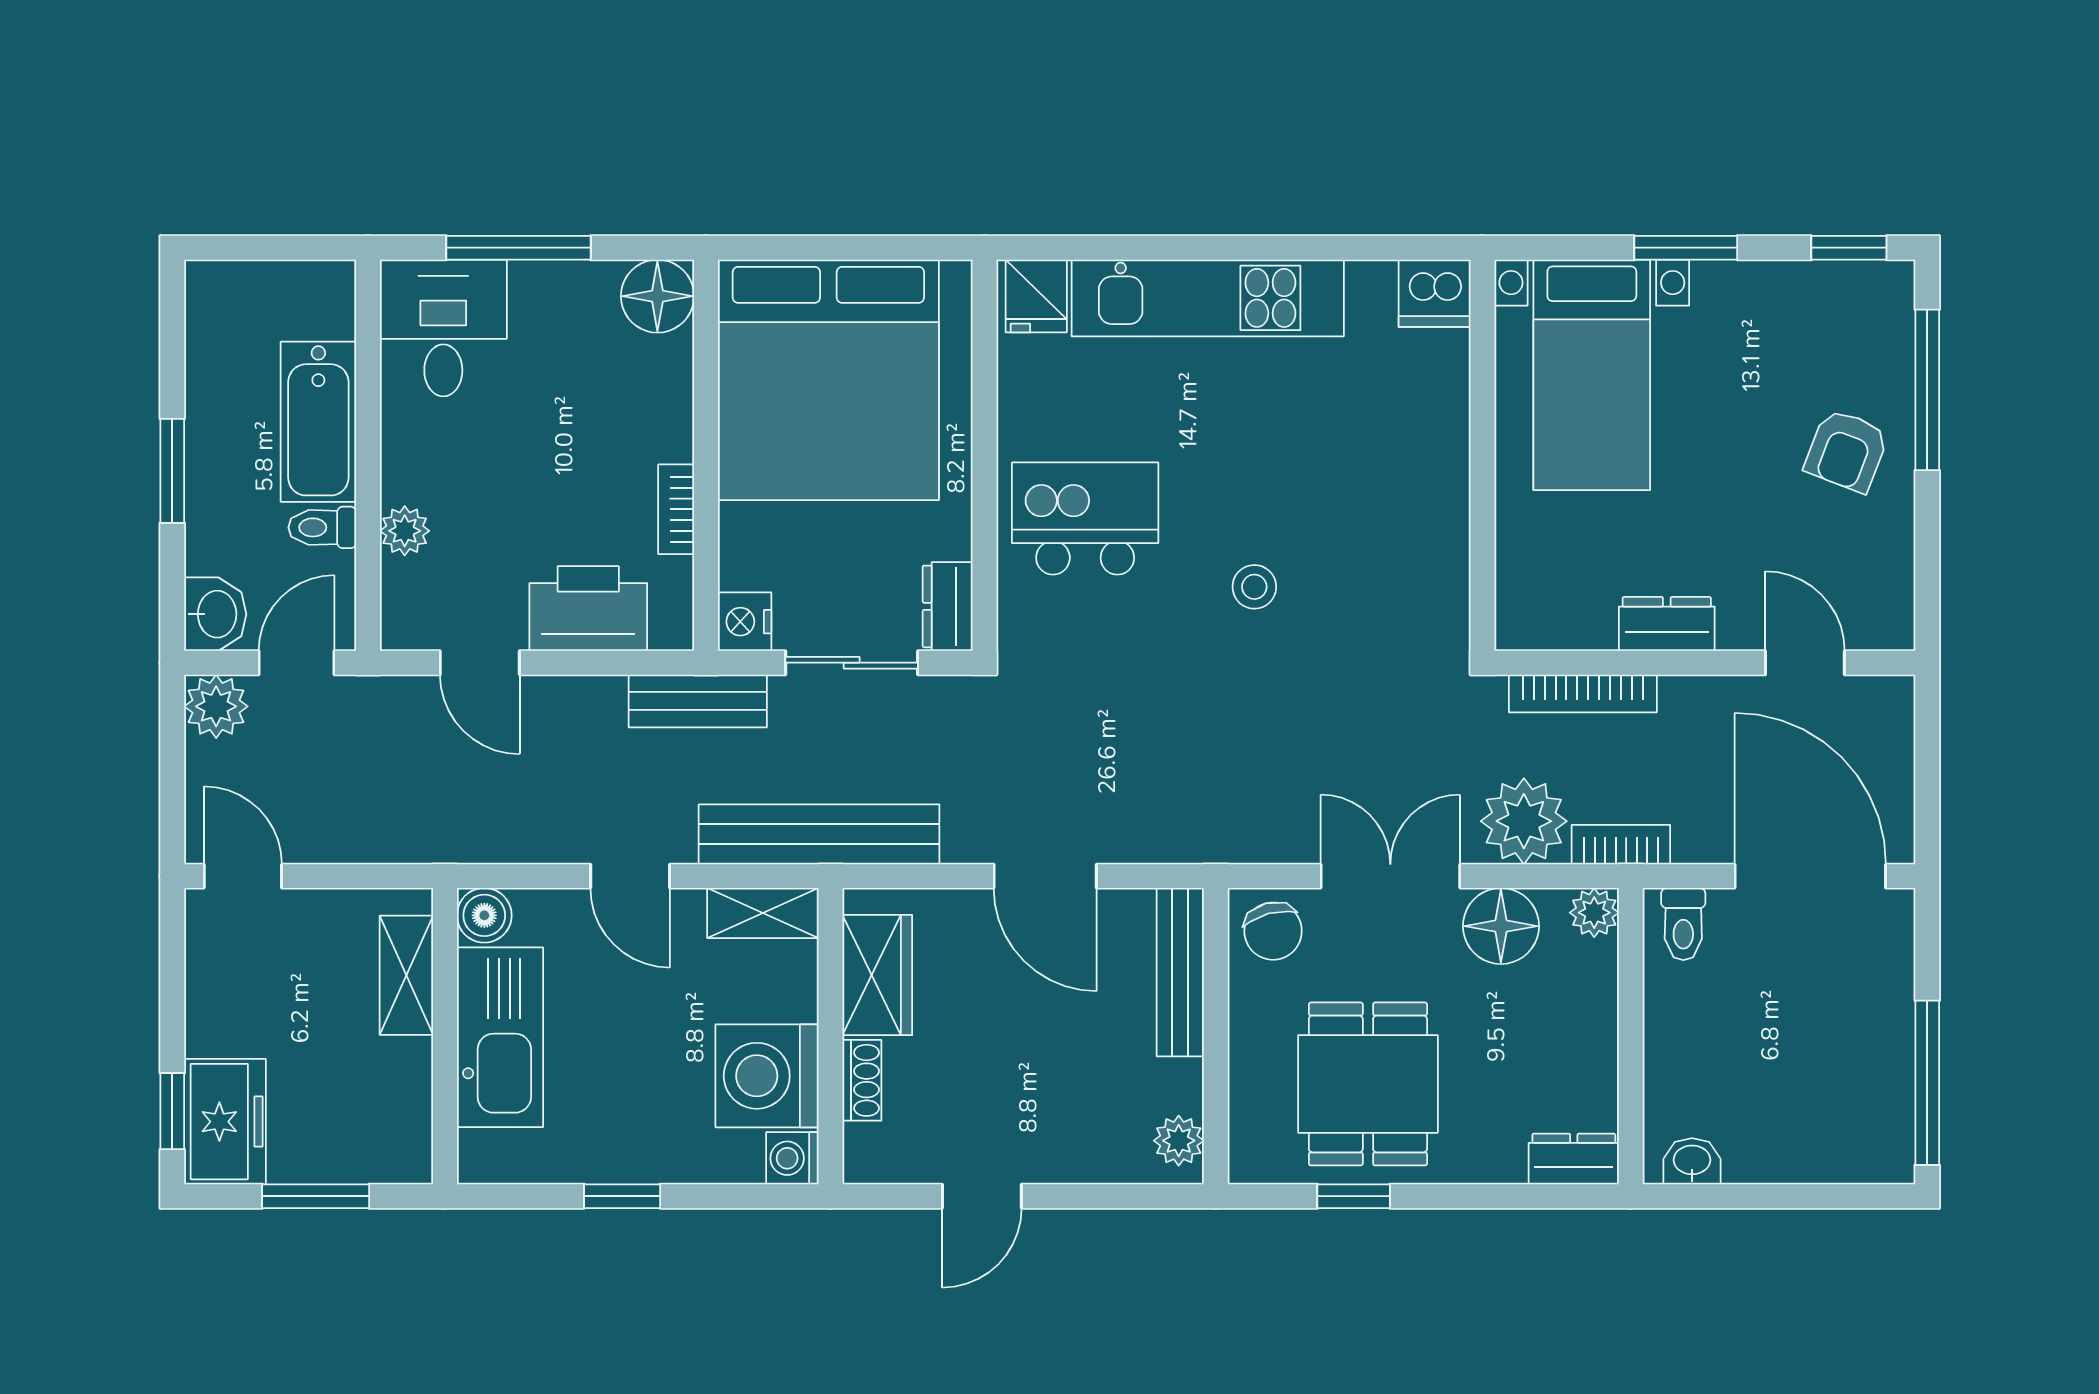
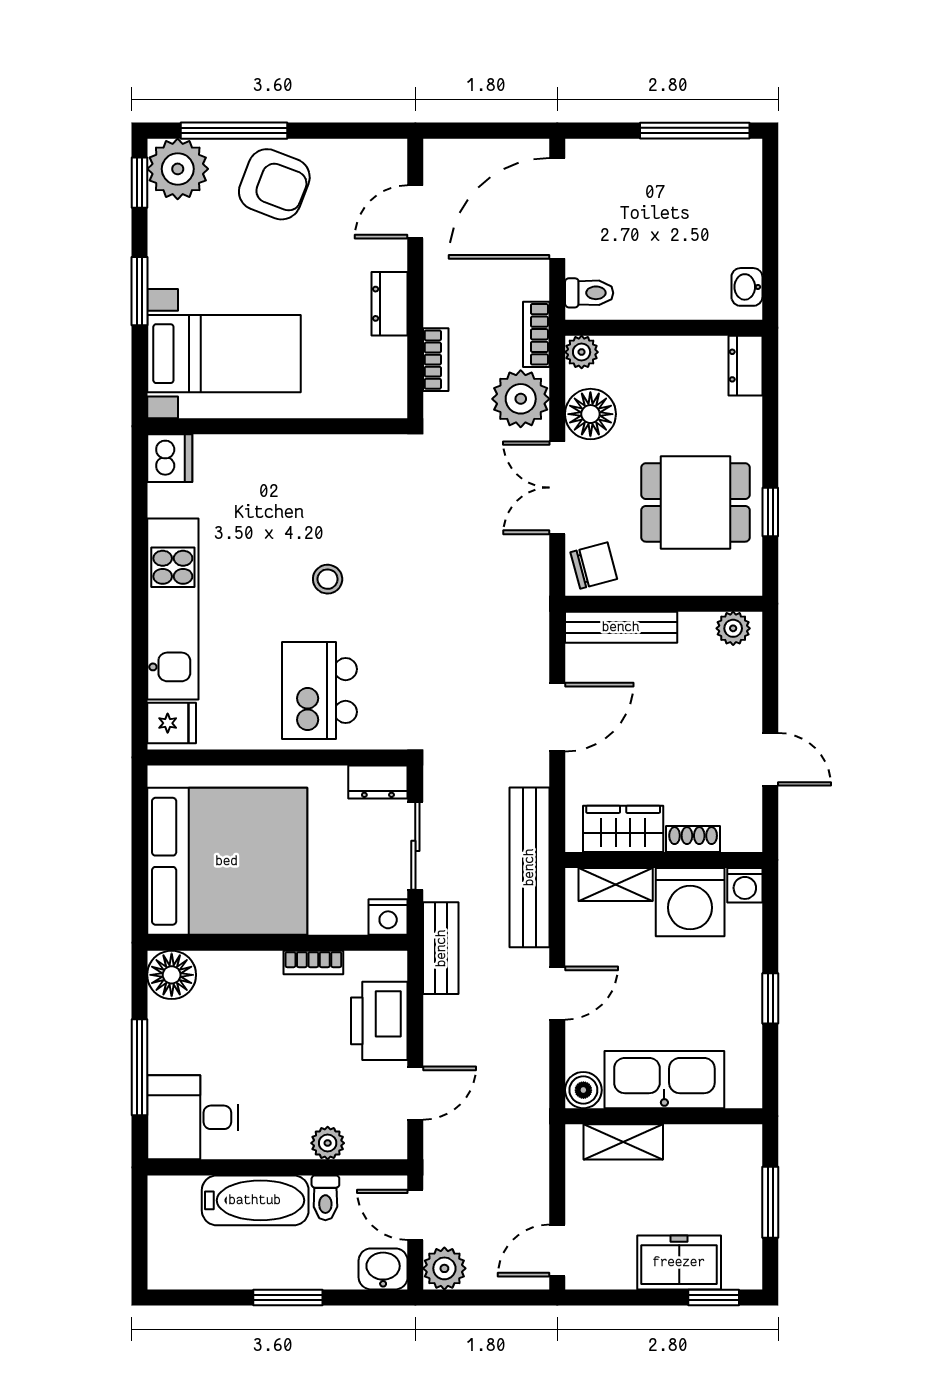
plant: (1870, 305) -> (178, 169), added
armchair: (1846, 451) -> (274, 184), width x1.38, depth x1.38
stool: (1254, 587) -> (328, 579), moved
bookcase: (1583, 693) -> (436, 360), width x0.64
shelving: (763, 913) -> (616, 884), moved, turned 90
freezer: (225, 1122) -> (679, 1262), moved

